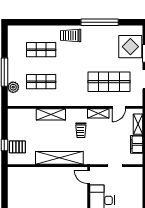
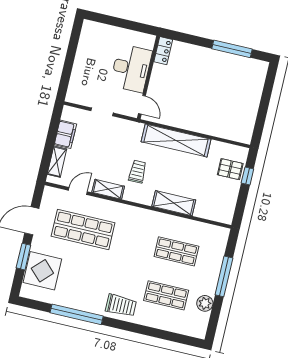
plant: (13, 87) -> (205, 303), moved

